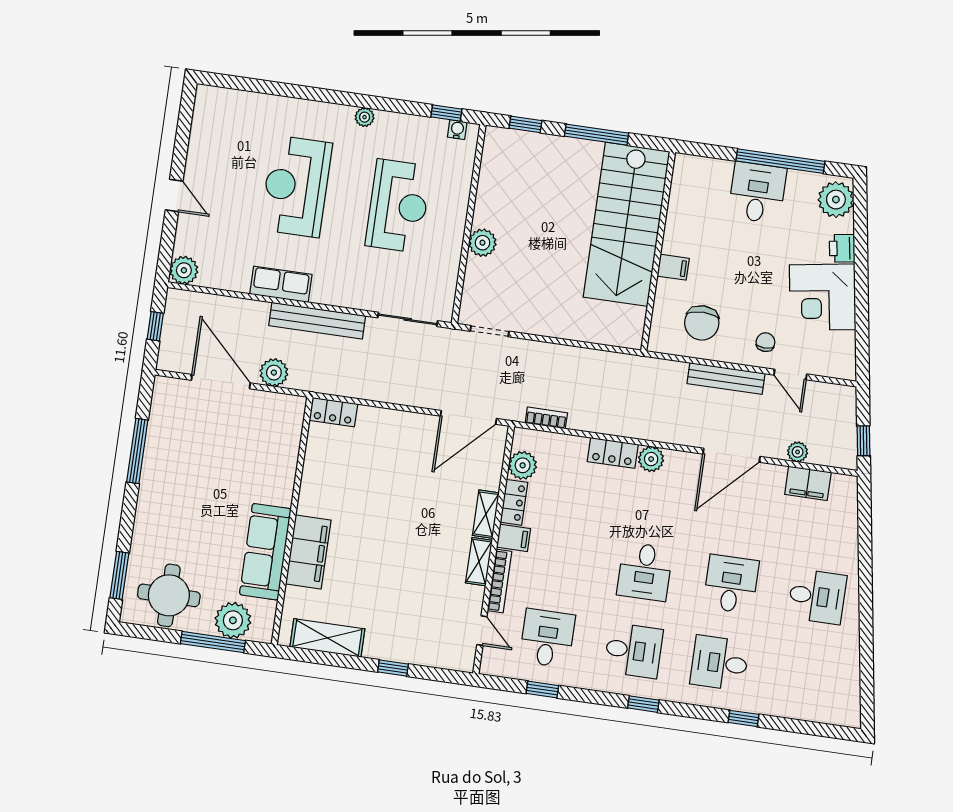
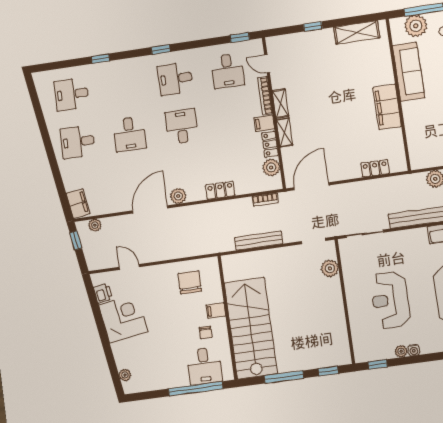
plant: (365, 117) -> (401, 351), moved
water cooler: (457, 130) -> (414, 350), moved
window: (780, 161) -> (196, 389), moved
desk: (757, 193) -> (204, 366), moved
plant: (836, 200) -> (125, 375), width x0.53, depth x0.53
plant: (482, 243) -> (330, 268), moved
printer: (842, 248) -> (103, 293), moved
chair: (765, 342) -> (206, 333), moved
bench: (726, 378) -> (259, 241), moved
locker: (333, 412) -> (375, 168), moved
plant: (798, 452) -> (95, 225), moved
plant: (651, 459) -> (178, 196), moved
filing cabinet: (808, 483) -> (78, 204), moved, turned 81
filing cabinet: (308, 552) -> (387, 107), moved
desk: (720, 663) -> (72, 94), moved, turned 180
window: (542, 690) -> (240, 38), moved

